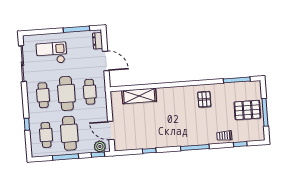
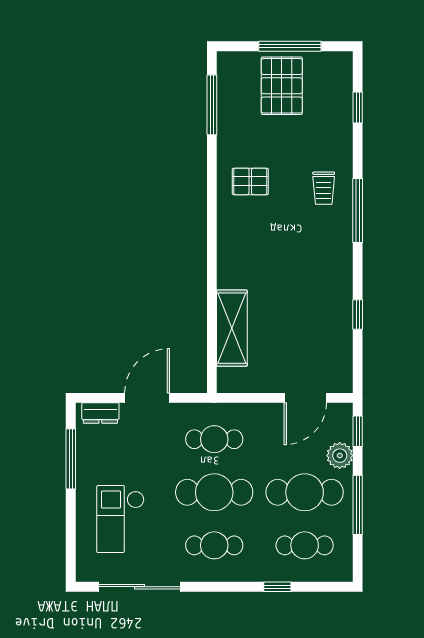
trolley: (224, 136) -> (324, 188), moved
plant: (100, 147) -> (340, 456), moved

